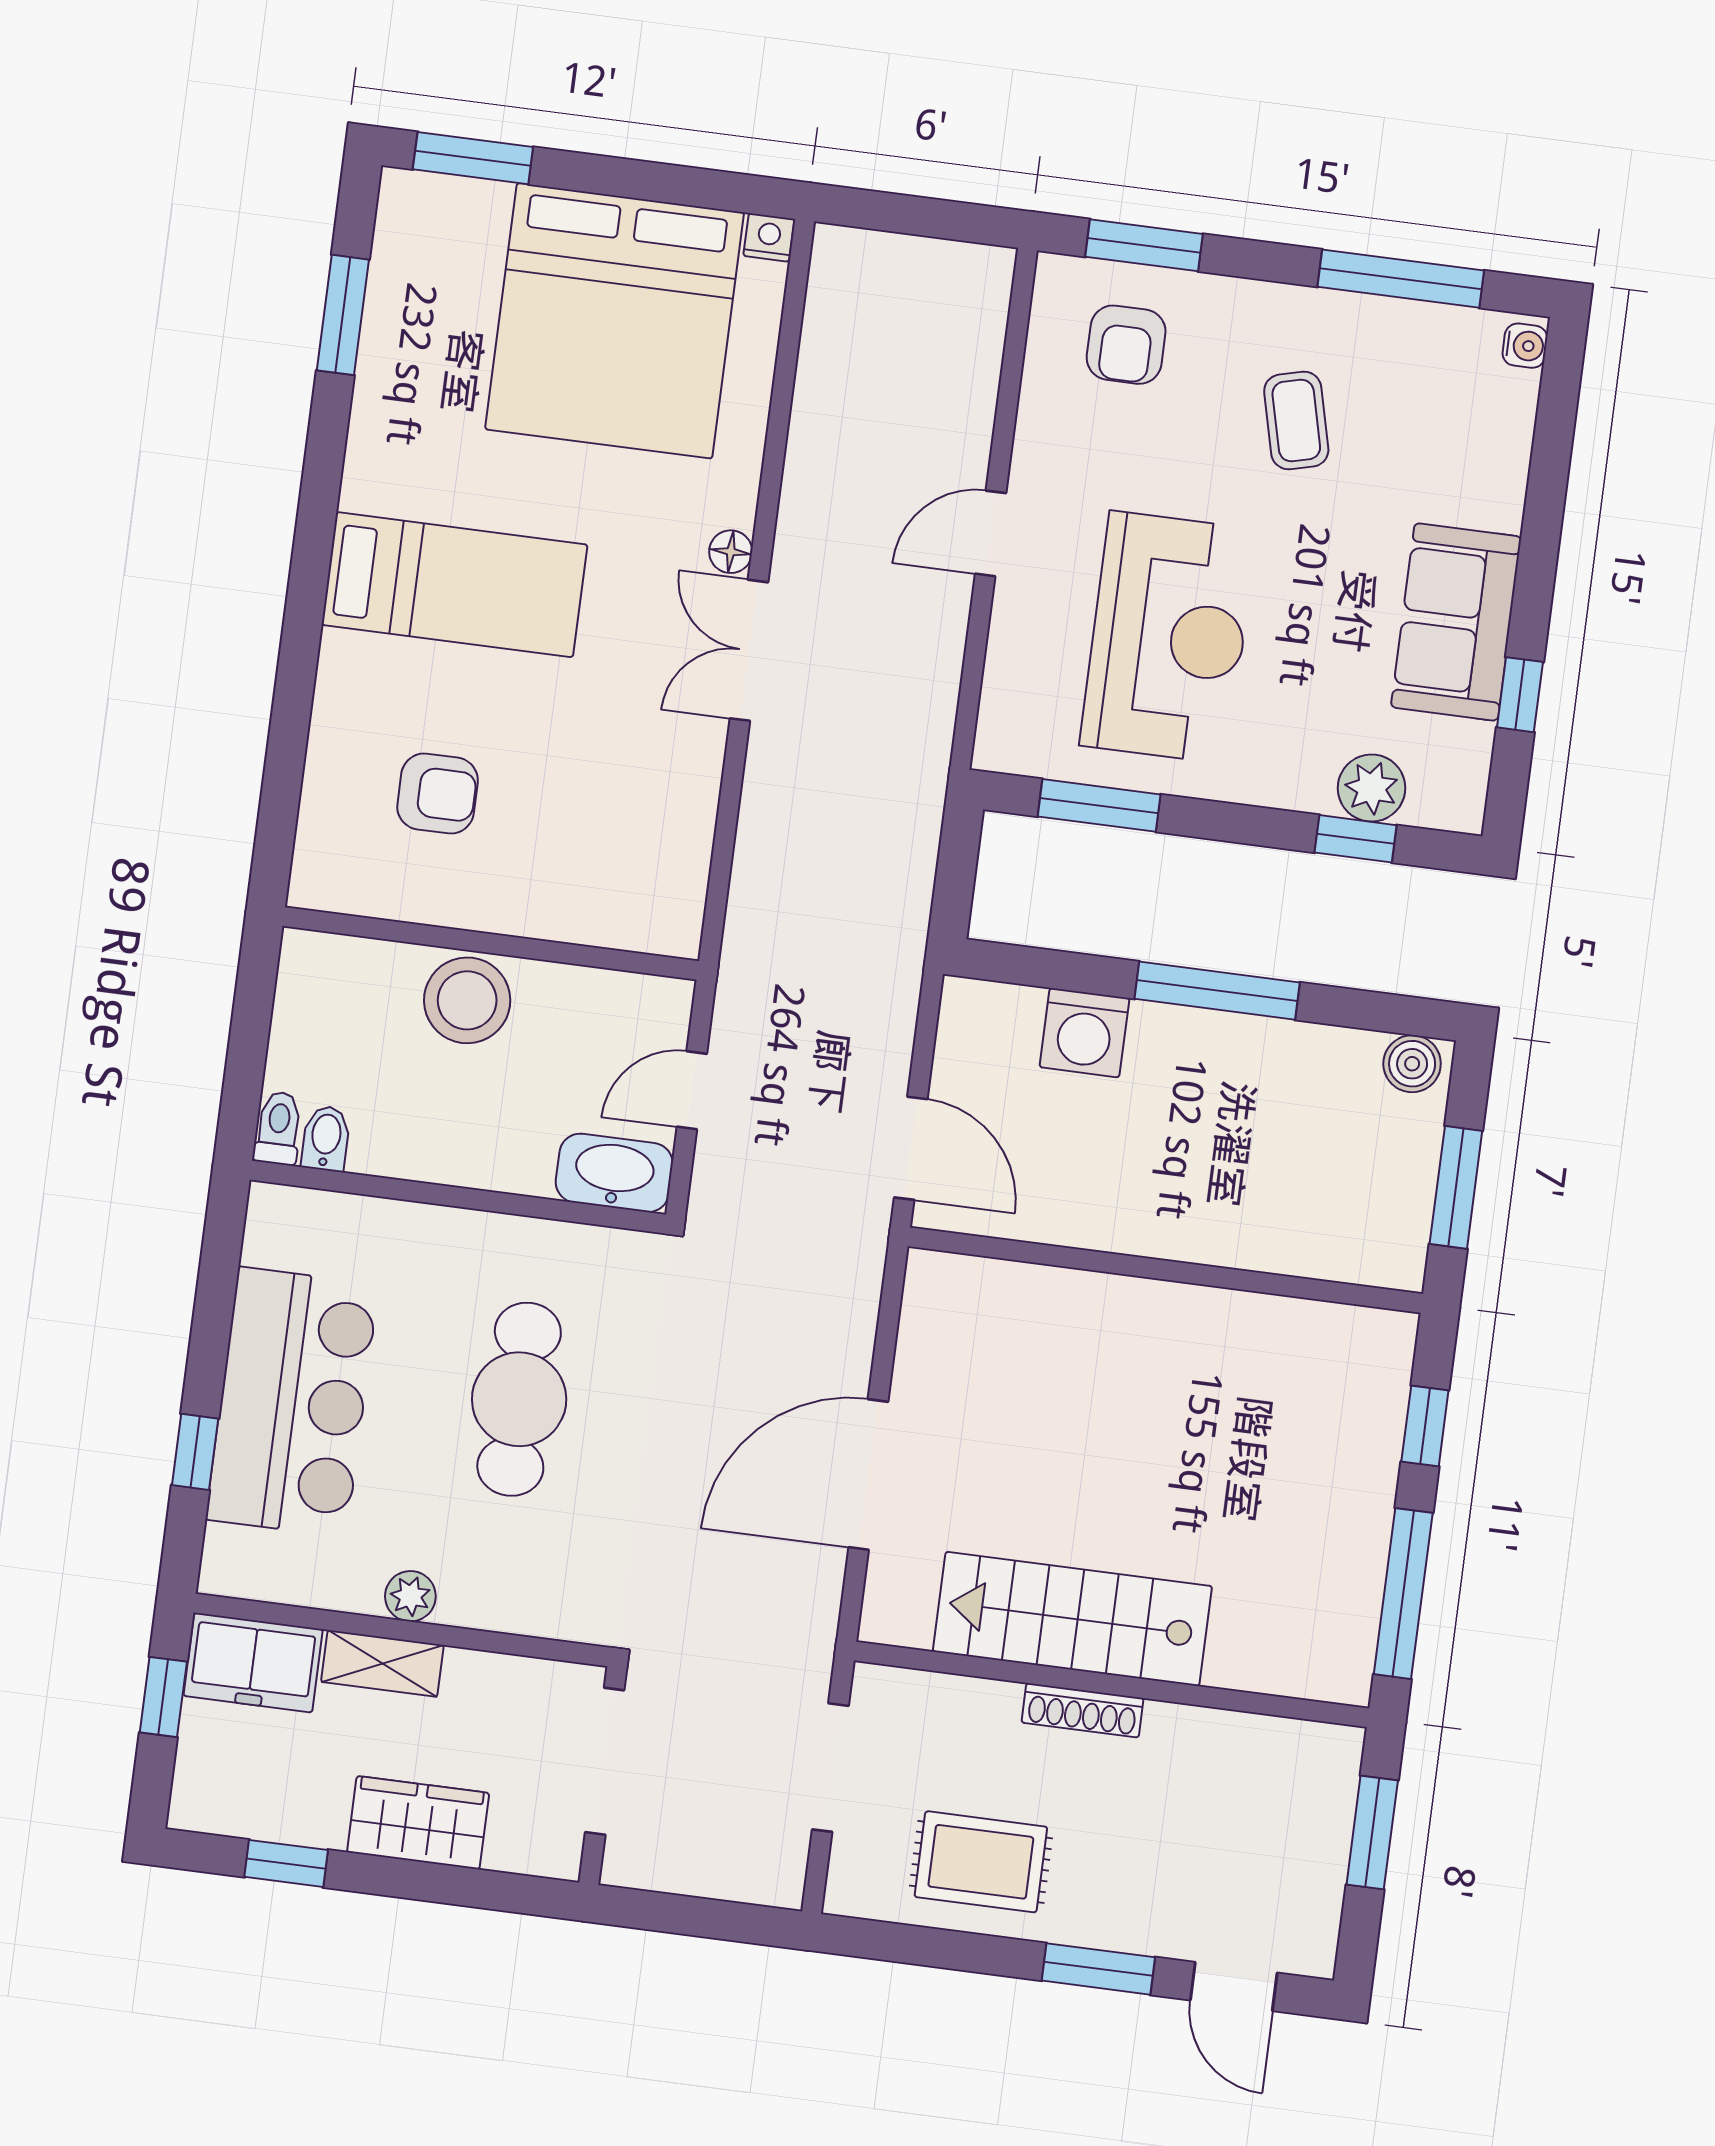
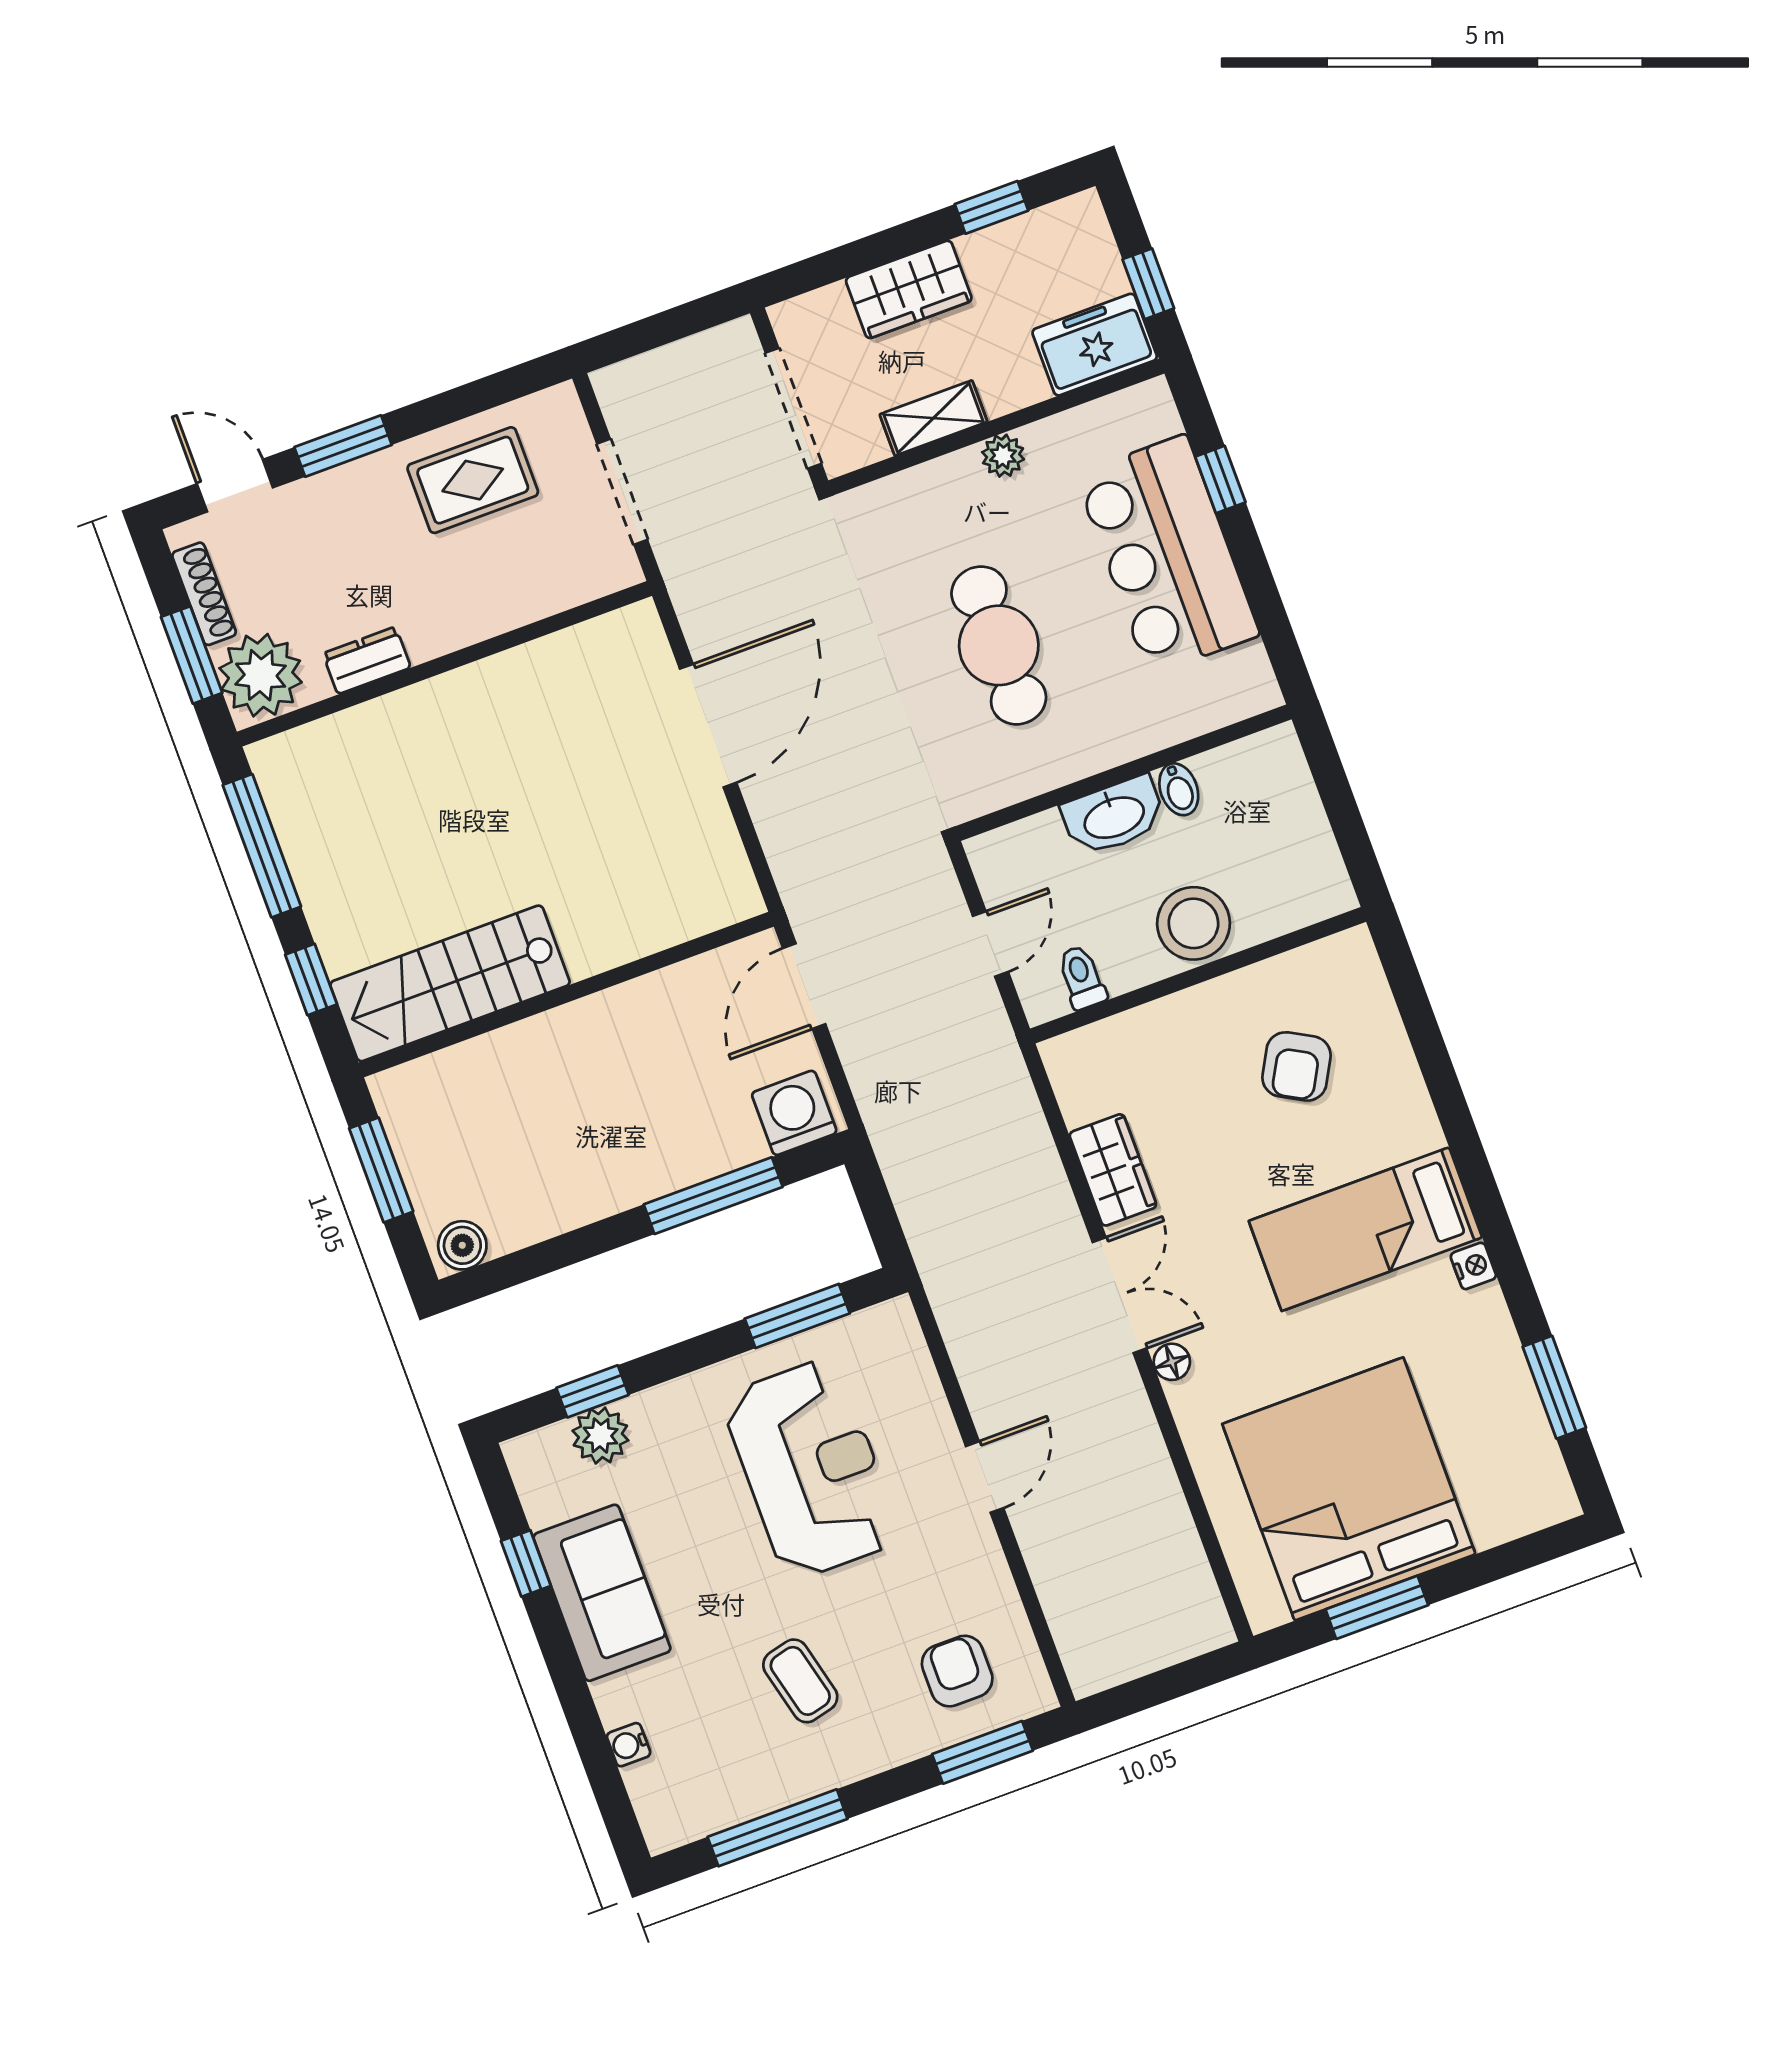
window: (473, 158) -> (1377, 1607), moved
nightstand: (769, 237) -> (1473, 1266), moved, turned -90
water cooler: (1525, 346) -> (629, 1745), moved
reception desk: (1168, 637) -> (811, 1469), turned 180
wardrobe: (687, 786) -> (1113, 1170), added
armchair: (438, 794) -> (1296, 1066), turned -61
window: (1217, 991) -> (713, 1196), moved
washing machine: (1084, 1033) -> (794, 1113), moved
toilet: (278, 1128) -> (1082, 977), moved, turned 180
bidet: (326, 1138) -> (1179, 789), moved
door: (911, 1148) -> (804, 986), hinge flipped
washbasin: (614, 1173) -> (1114, 816), moved
stairs: (1072, 1619) -> (450, 983), moved, turned 180
shelving: (382, 1663) -> (934, 418), moved
shoe rack: (1083, 1710) -> (204, 594), moved, turned 90
dresser: (1191, 1731) -> (367, 660), added
plant: (1311, 1773) -> (261, 675), added

